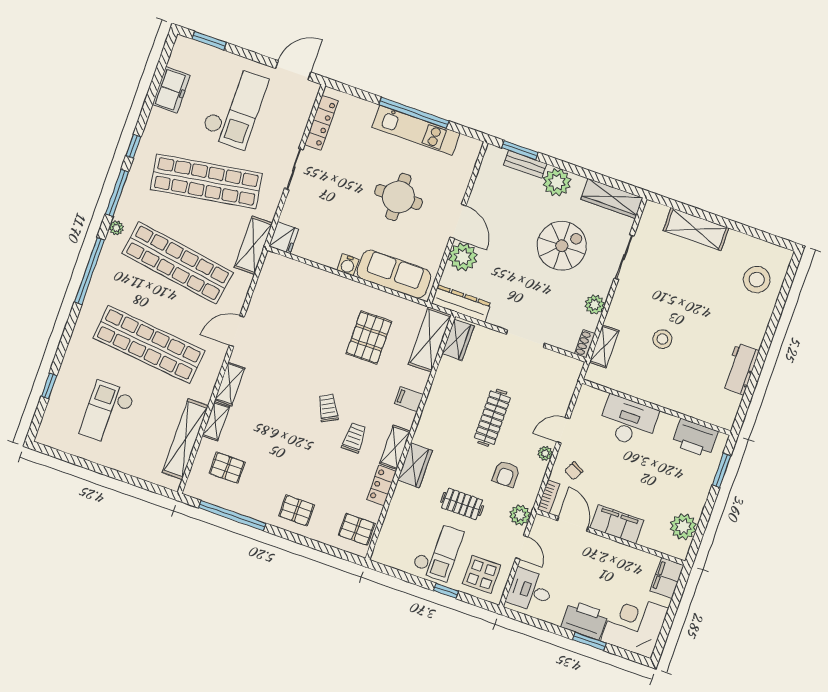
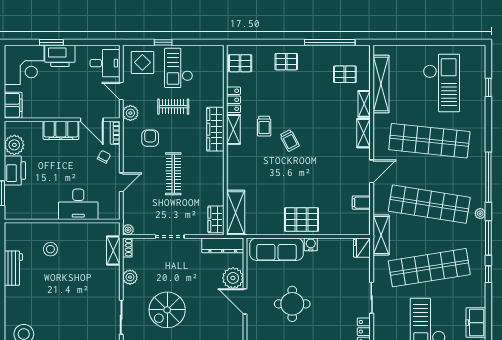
pallet: (369, 338) -> (302, 220), moved, turned 90
stool: (662, 339) -> (50, 249), moved
filing cabinet: (409, 399) -> (361, 203), moved, turned 180
checkout: (107, 413) -> (441, 83), width x1.36, depth x1.21
printer: (695, 438) -> (15, 171), moved, turned 90
plant: (545, 453) -> (128, 230), moved
wardrobe: (415, 465) -> (215, 129), width x1.50

